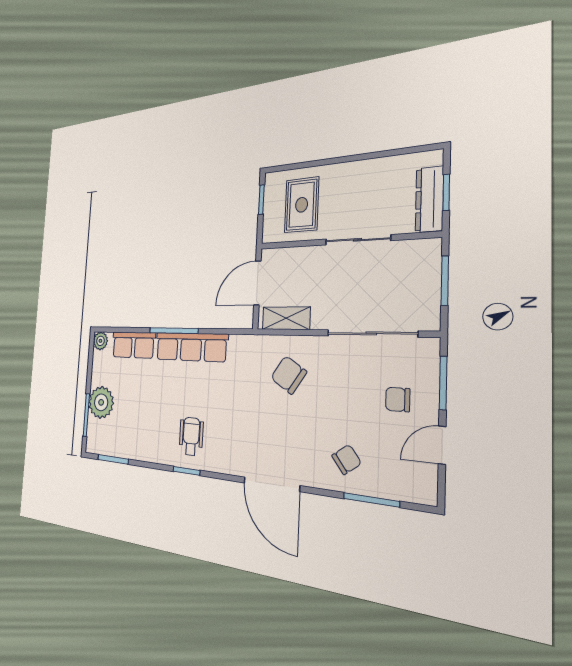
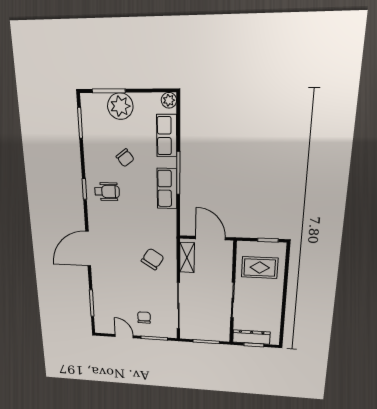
row of seats: (191, 347) -> (167, 189), width x0.68
chair: (347, 459) -> (125, 158), moved

